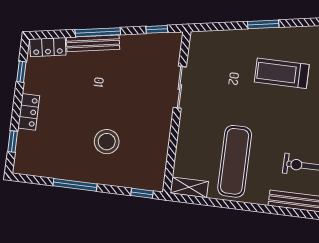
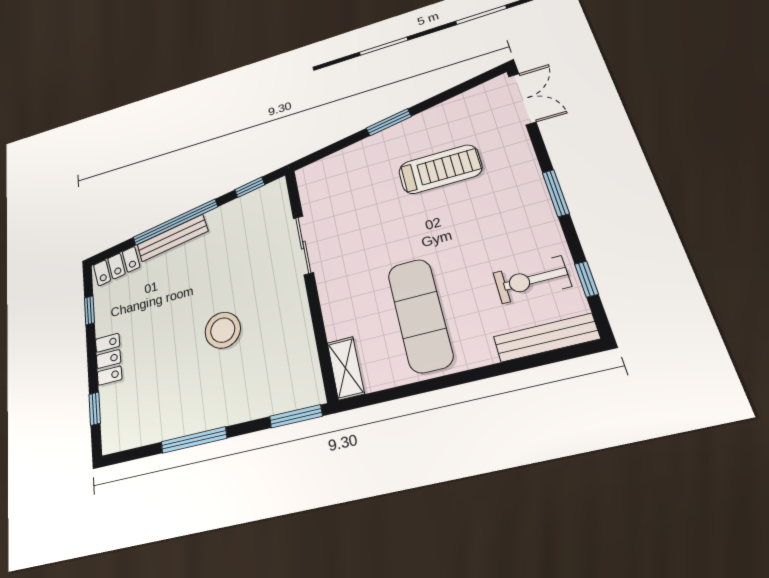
window: (98, 32) -> (175, 222), width x1.46
treadmill: (282, 73) -> (440, 169), turned 180
stool: (107, 142) -> (223, 330), moved
shelving: (189, 187) -> (346, 368), moved, turned 90
window: (142, 193) -> (296, 416), width x1.50

